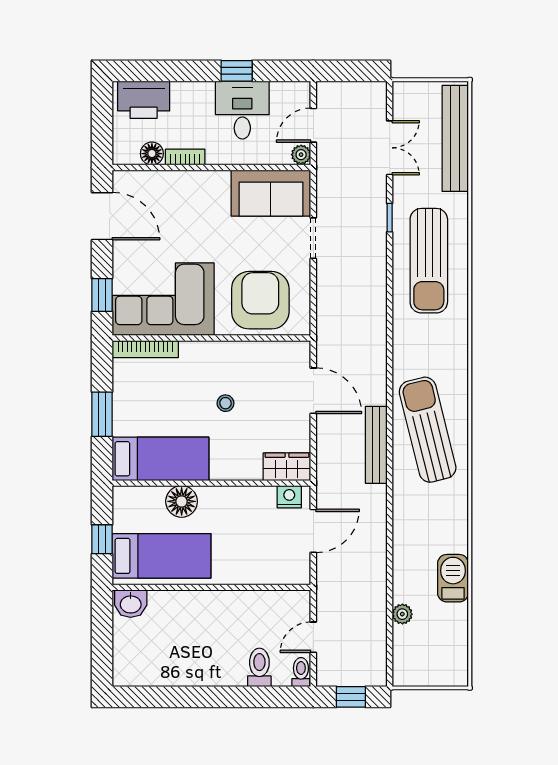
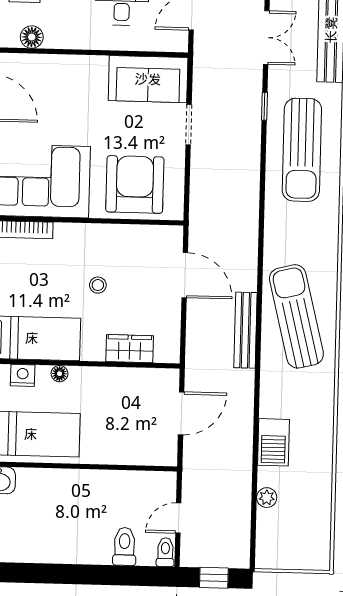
plant: (301, 155) -> (179, 42), removed
bookcase: (185, 157) -> (64, 41), removed
wardrobe: (287, 467) -> (130, 349), moved
nightstand: (289, 497) -> (23, 375), moved
floor lamp: (182, 501) -> (59, 374), width x0.53, depth x0.53
barbecue: (453, 578) -> (273, 442), moved, turned 180

